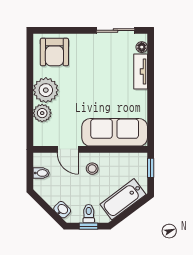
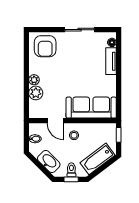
sliding door: (115, 30) -> (80, 30), moved
plant: (46, 90) -> (34, 80), width x0.53, depth x0.53
washbasin: (62, 210) -> (49, 162), width x1.91, depth x1.45

